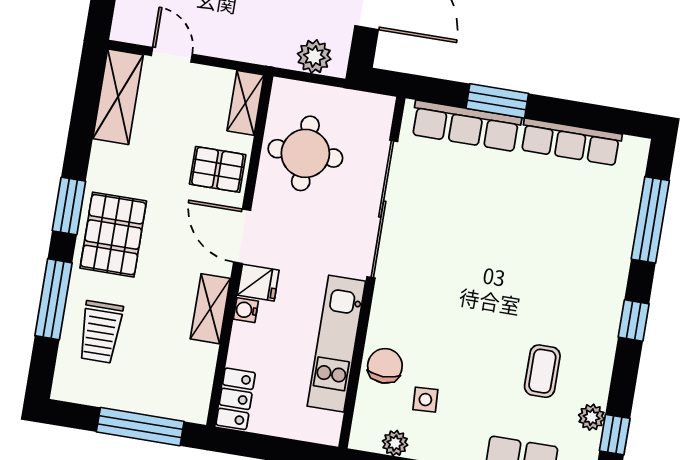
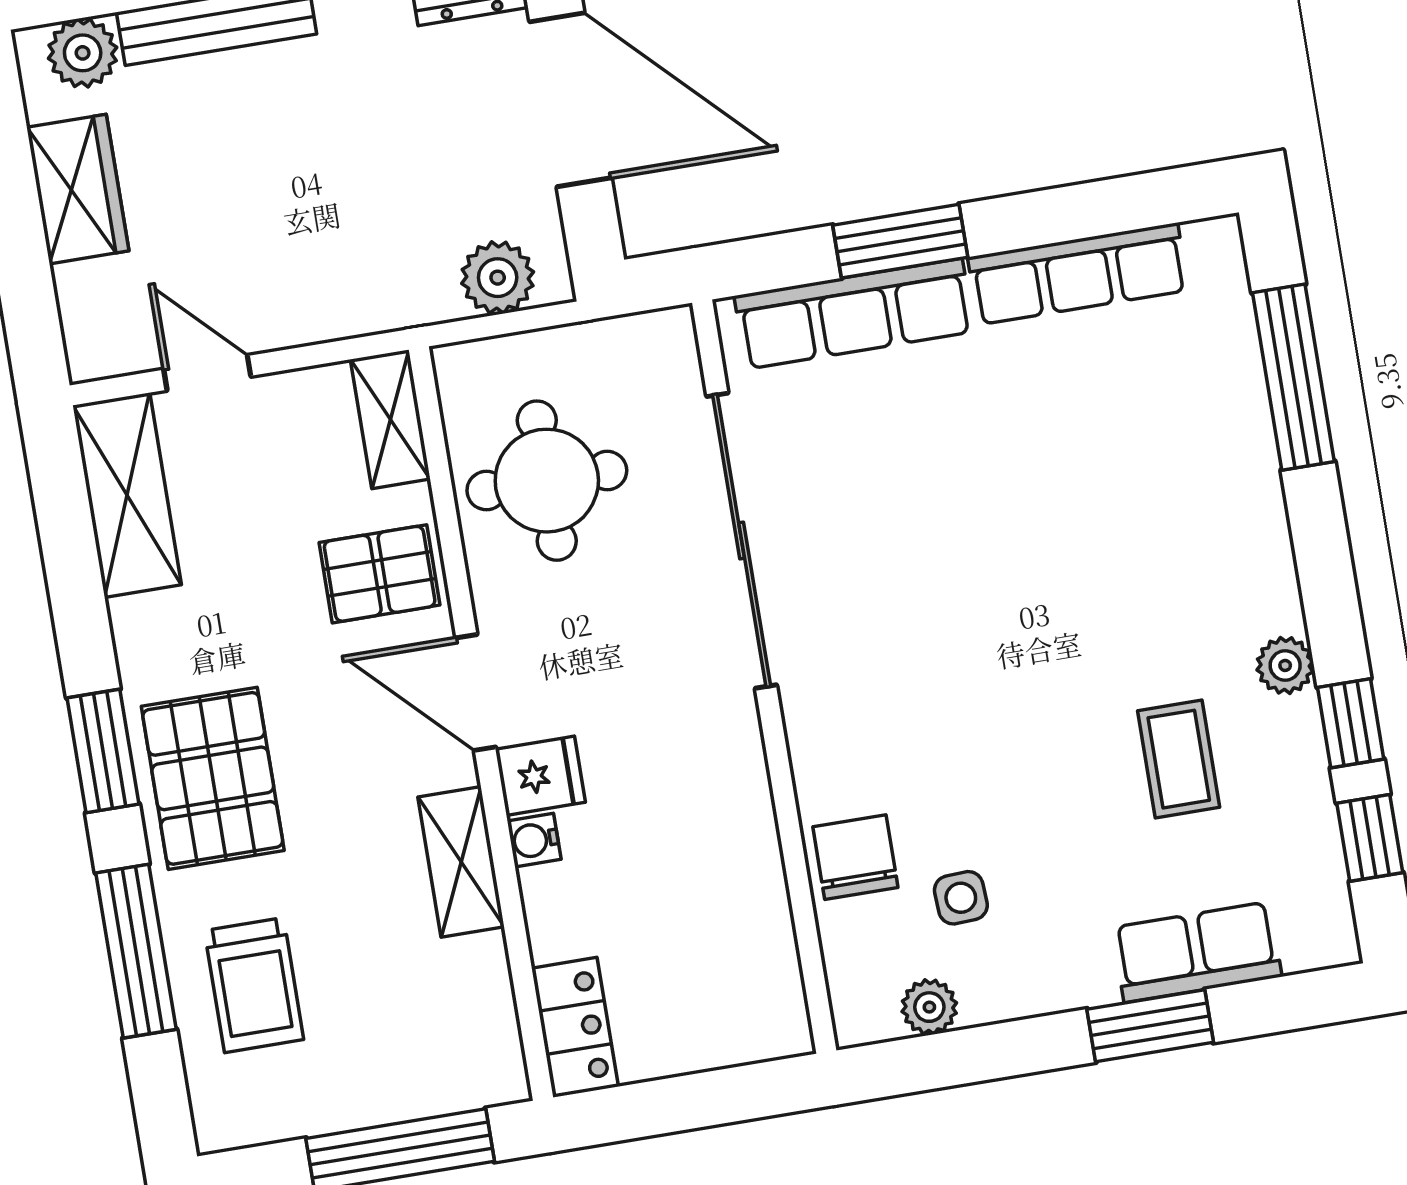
window: (634, 320) -> (1351, 723), moved
kitchen unit: (336, 344) -> (741, 846), removed
plant: (592, 417) -> (1285, 665), moved

